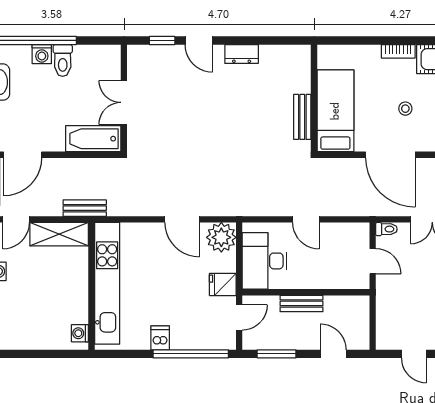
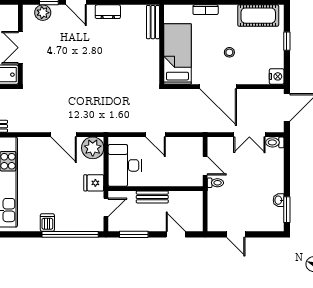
bookcase: (398, 51) -> (206, 10), moved
plant: (154, 55) -> (43, 13), added
bench: (302, 117) -> (153, 22), moved
toilet: (386, 229) -> (215, 183), moved

